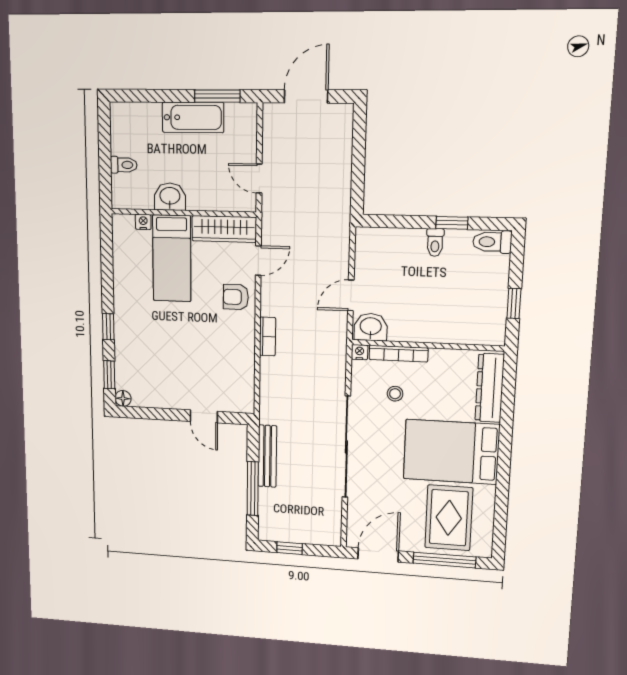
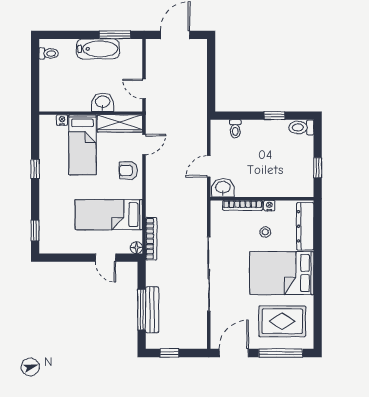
toilet: (124, 165) -> (49, 53), moved
washbasin: (170, 197) -> (103, 102), moved
toilet: (435, 242) -> (235, 129), moved
window: (108, 327) -> (35, 169), moved
bookcase: (268, 336) -> (151, 239), moved, width x1.56
nightstand: (360, 352) -> (269, 206), moved
bed: (209, 358) -> (109, 215), added
stool: (395, 394) -> (265, 232), moved
floor lamp: (123, 398) -> (136, 248), moved
bench: (267, 456) -> (152, 310), moved
rug: (449, 518) -> (282, 321), turned 90

